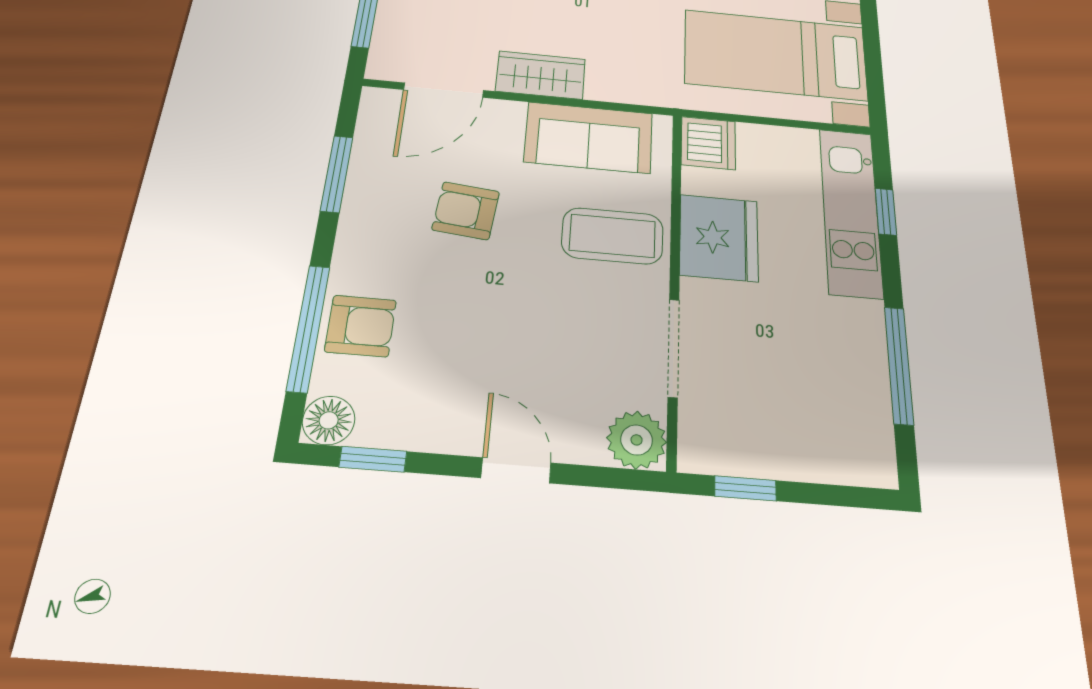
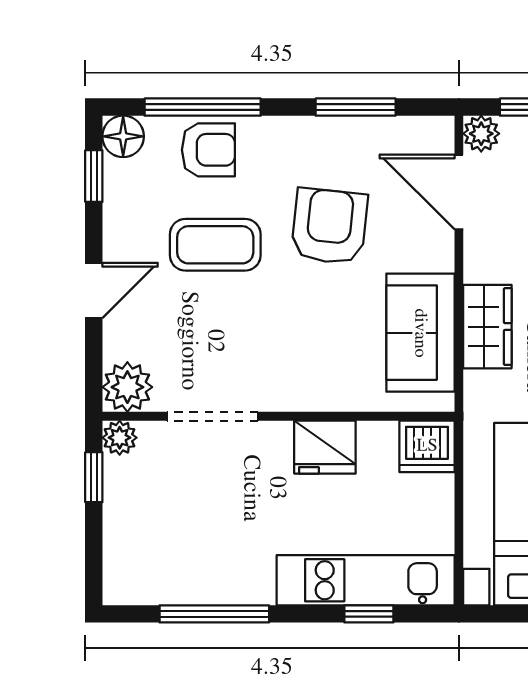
plant: (385, 65) -> (481, 134), added
wardrobe: (541, 75) -> (487, 327), moved
armchair: (466, 211) -> (329, 226), width x1.38, depth x1.38
coffee table: (613, 236) -> (215, 245), moved, turned 90
fridge: (719, 238) -> (325, 447), width x0.73, depth x0.75
armchair: (361, 326) -> (208, 150), turned -90
plant: (698, 454) -> (120, 438), added

